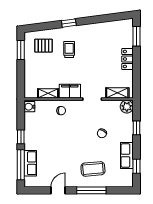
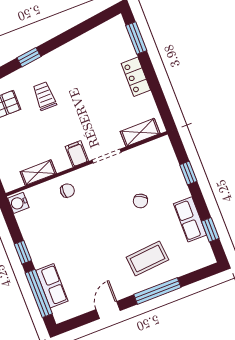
filing cabinet: (70, 91) -> (77, 154), width x0.50
plant: (127, 107) -> (162, 147), removed

